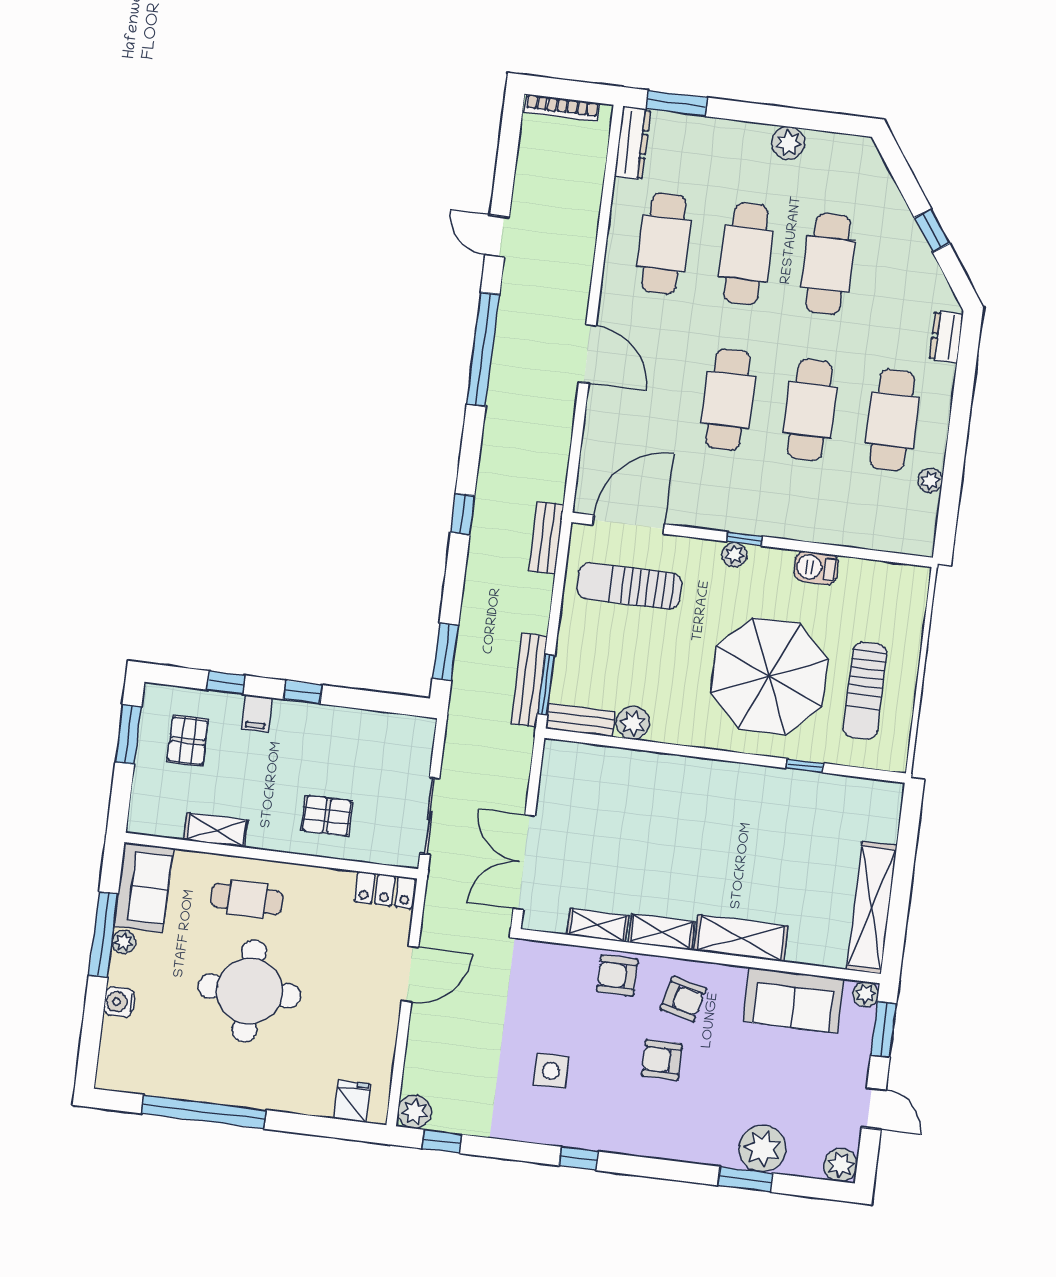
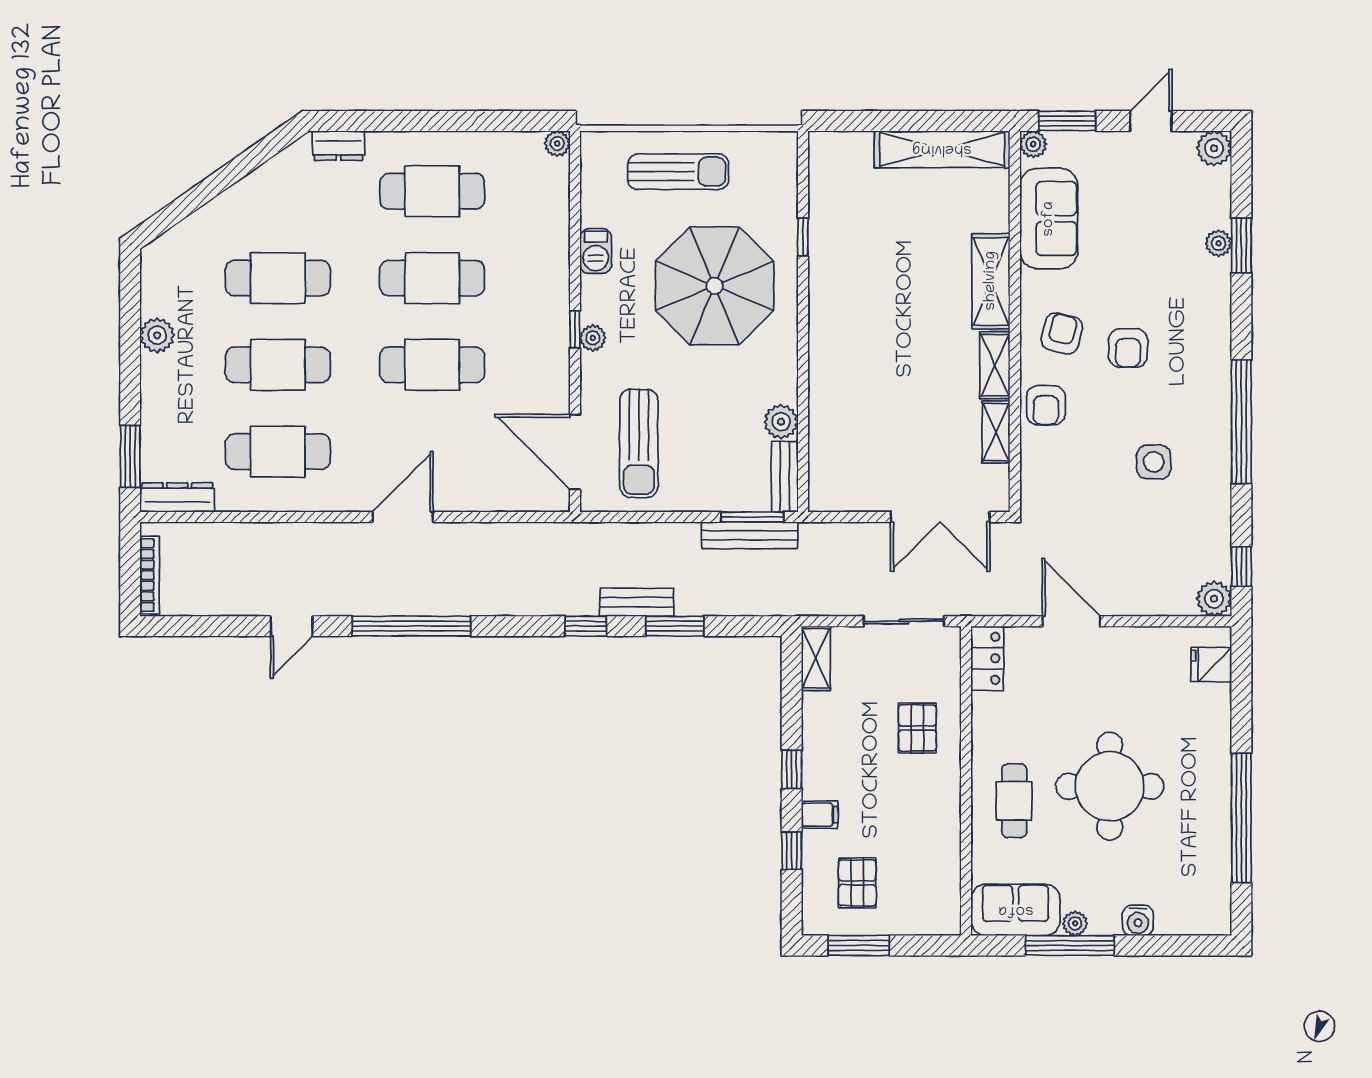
window: (932, 231) -> (230, 174), removed
plant: (930, 481) -> (557, 144), moved
bench: (546, 538) -> (637, 602), moved
window: (445, 652) -> (675, 626), moved
sun lounger: (865, 691) -> (678, 172), moved
pallet: (188, 741) -> (857, 883), turned 90
shelving: (216, 830) -> (816, 658), moved
plant: (762, 1148) -> (1219, 243), width x0.53, depth x0.53
window: (578, 1158) -> (1241, 422), width x3.17

